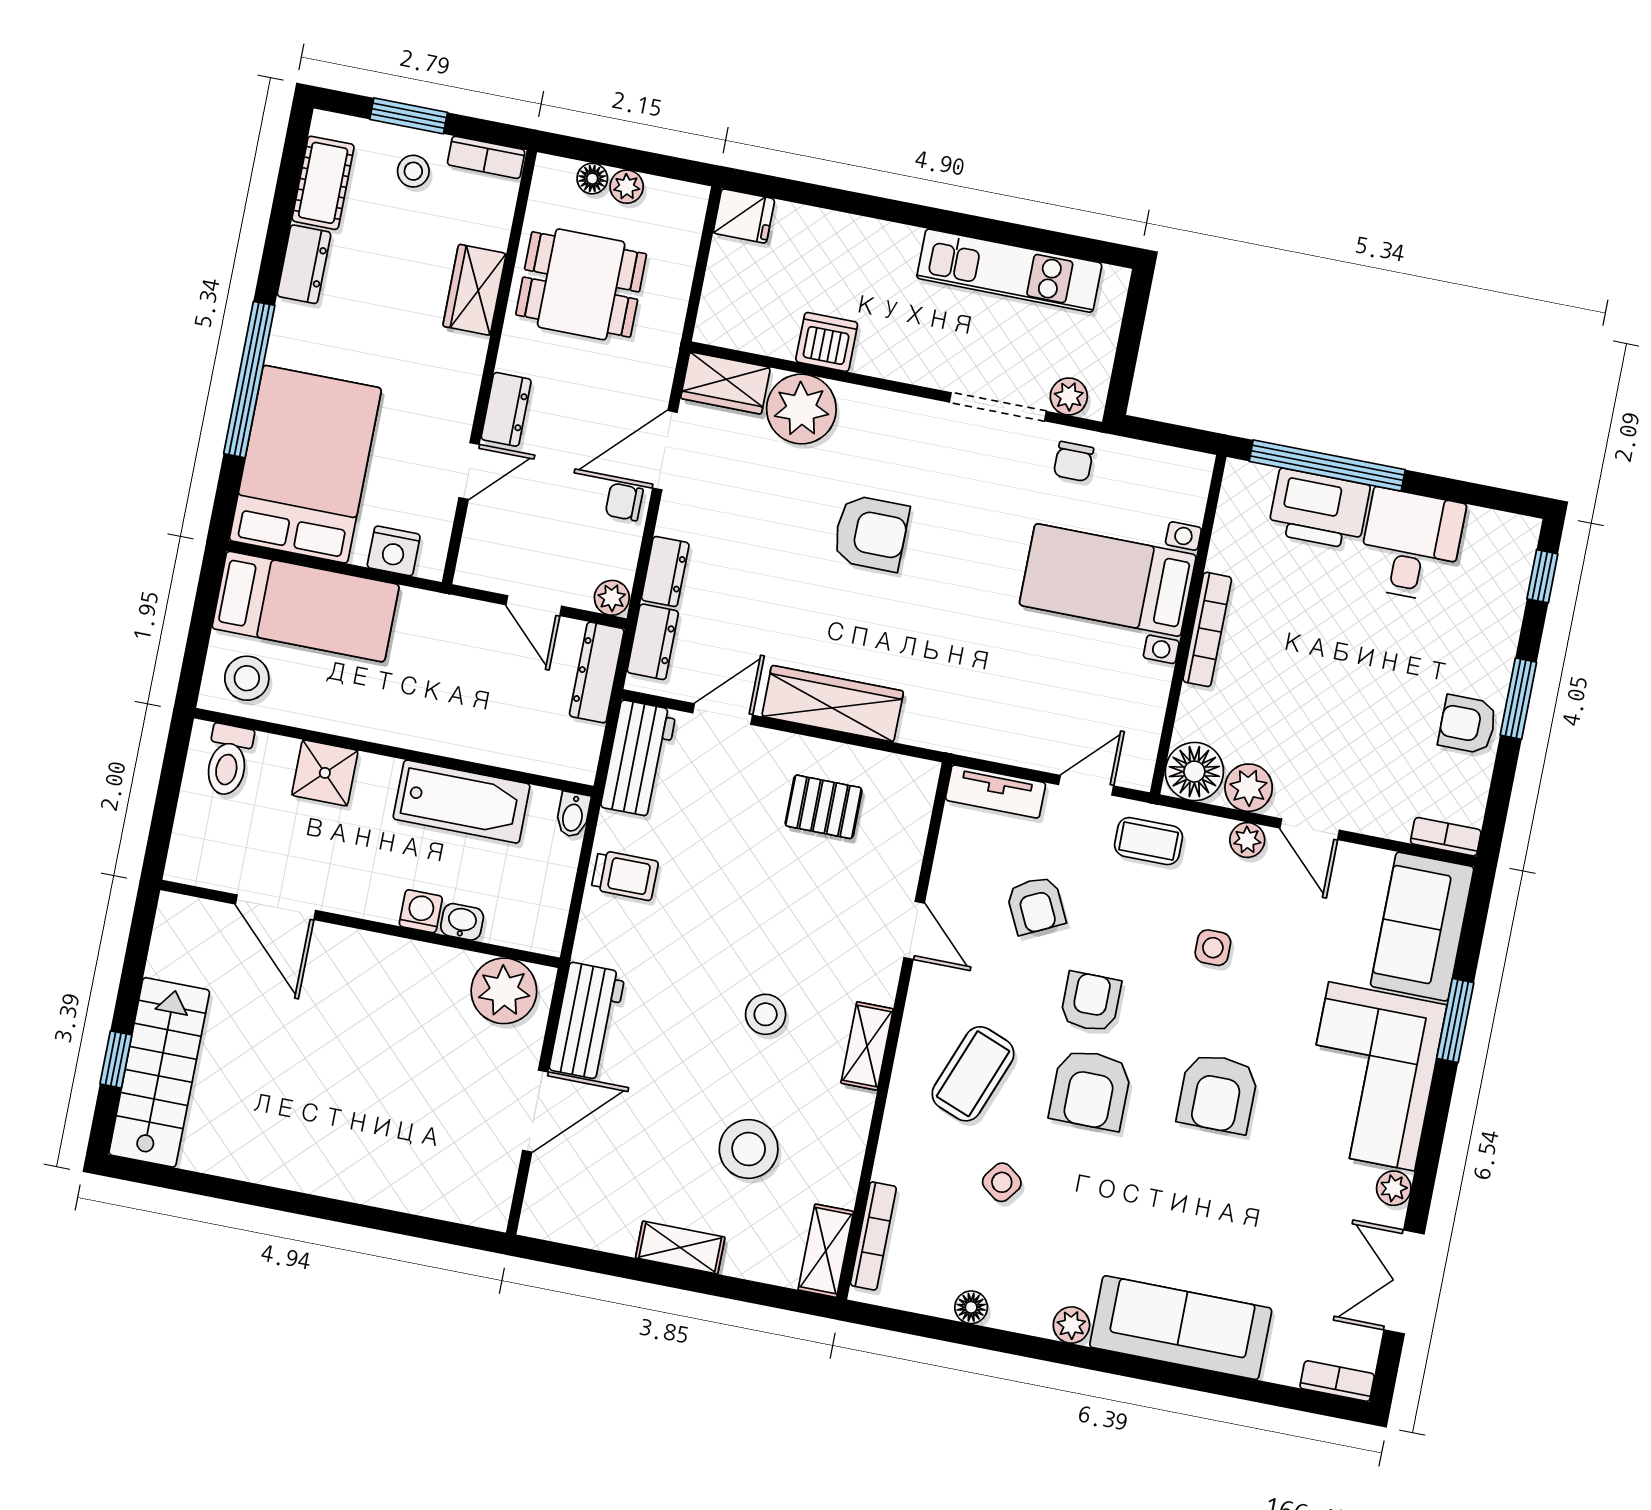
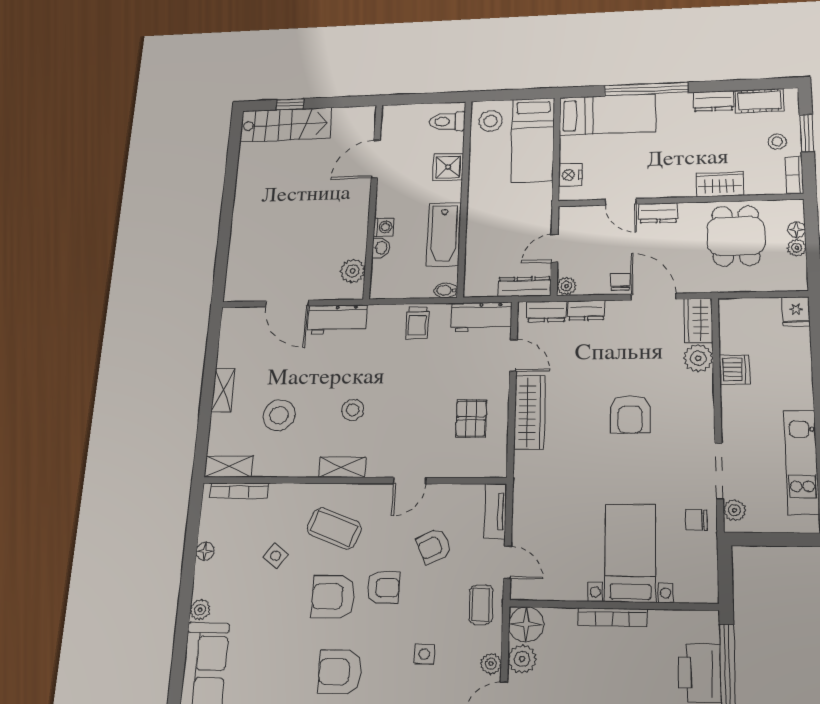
plant: (801, 409) -> (698, 358), width x0.73, depth x0.73
bed: (305, 464) -> (607, 115), width x0.67
plant: (504, 991) -> (353, 271), width x0.73, depth x0.73

